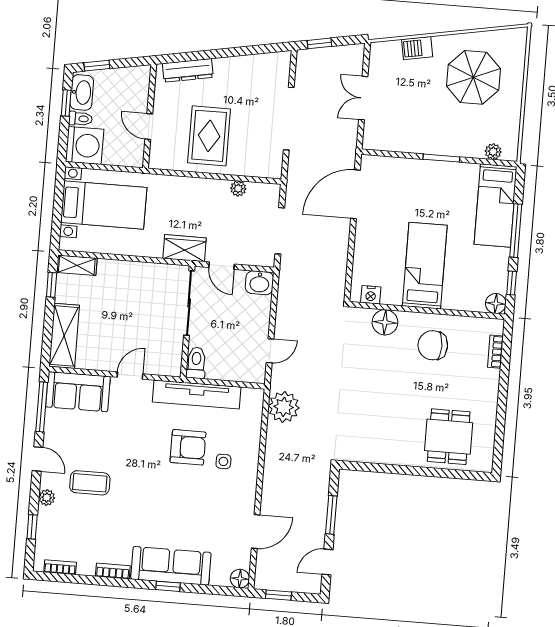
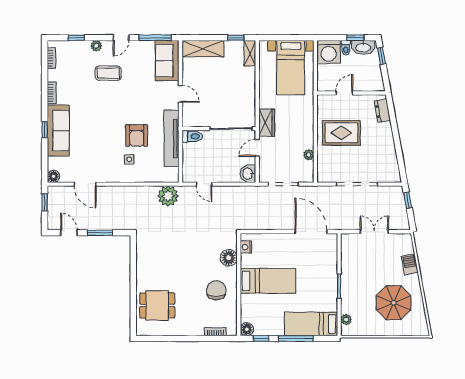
dresser: (188, 70) -> (382, 111), width x0.70
coffee table: (90, 483) -> (108, 73), turned 90

